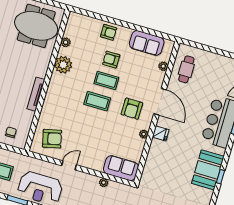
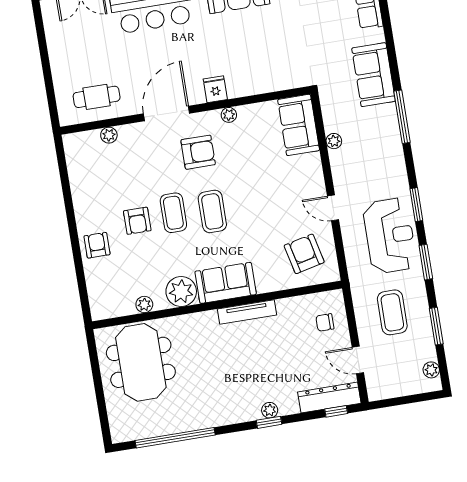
sofa: (147, 43) -> (226, 283), moved, turned -90

